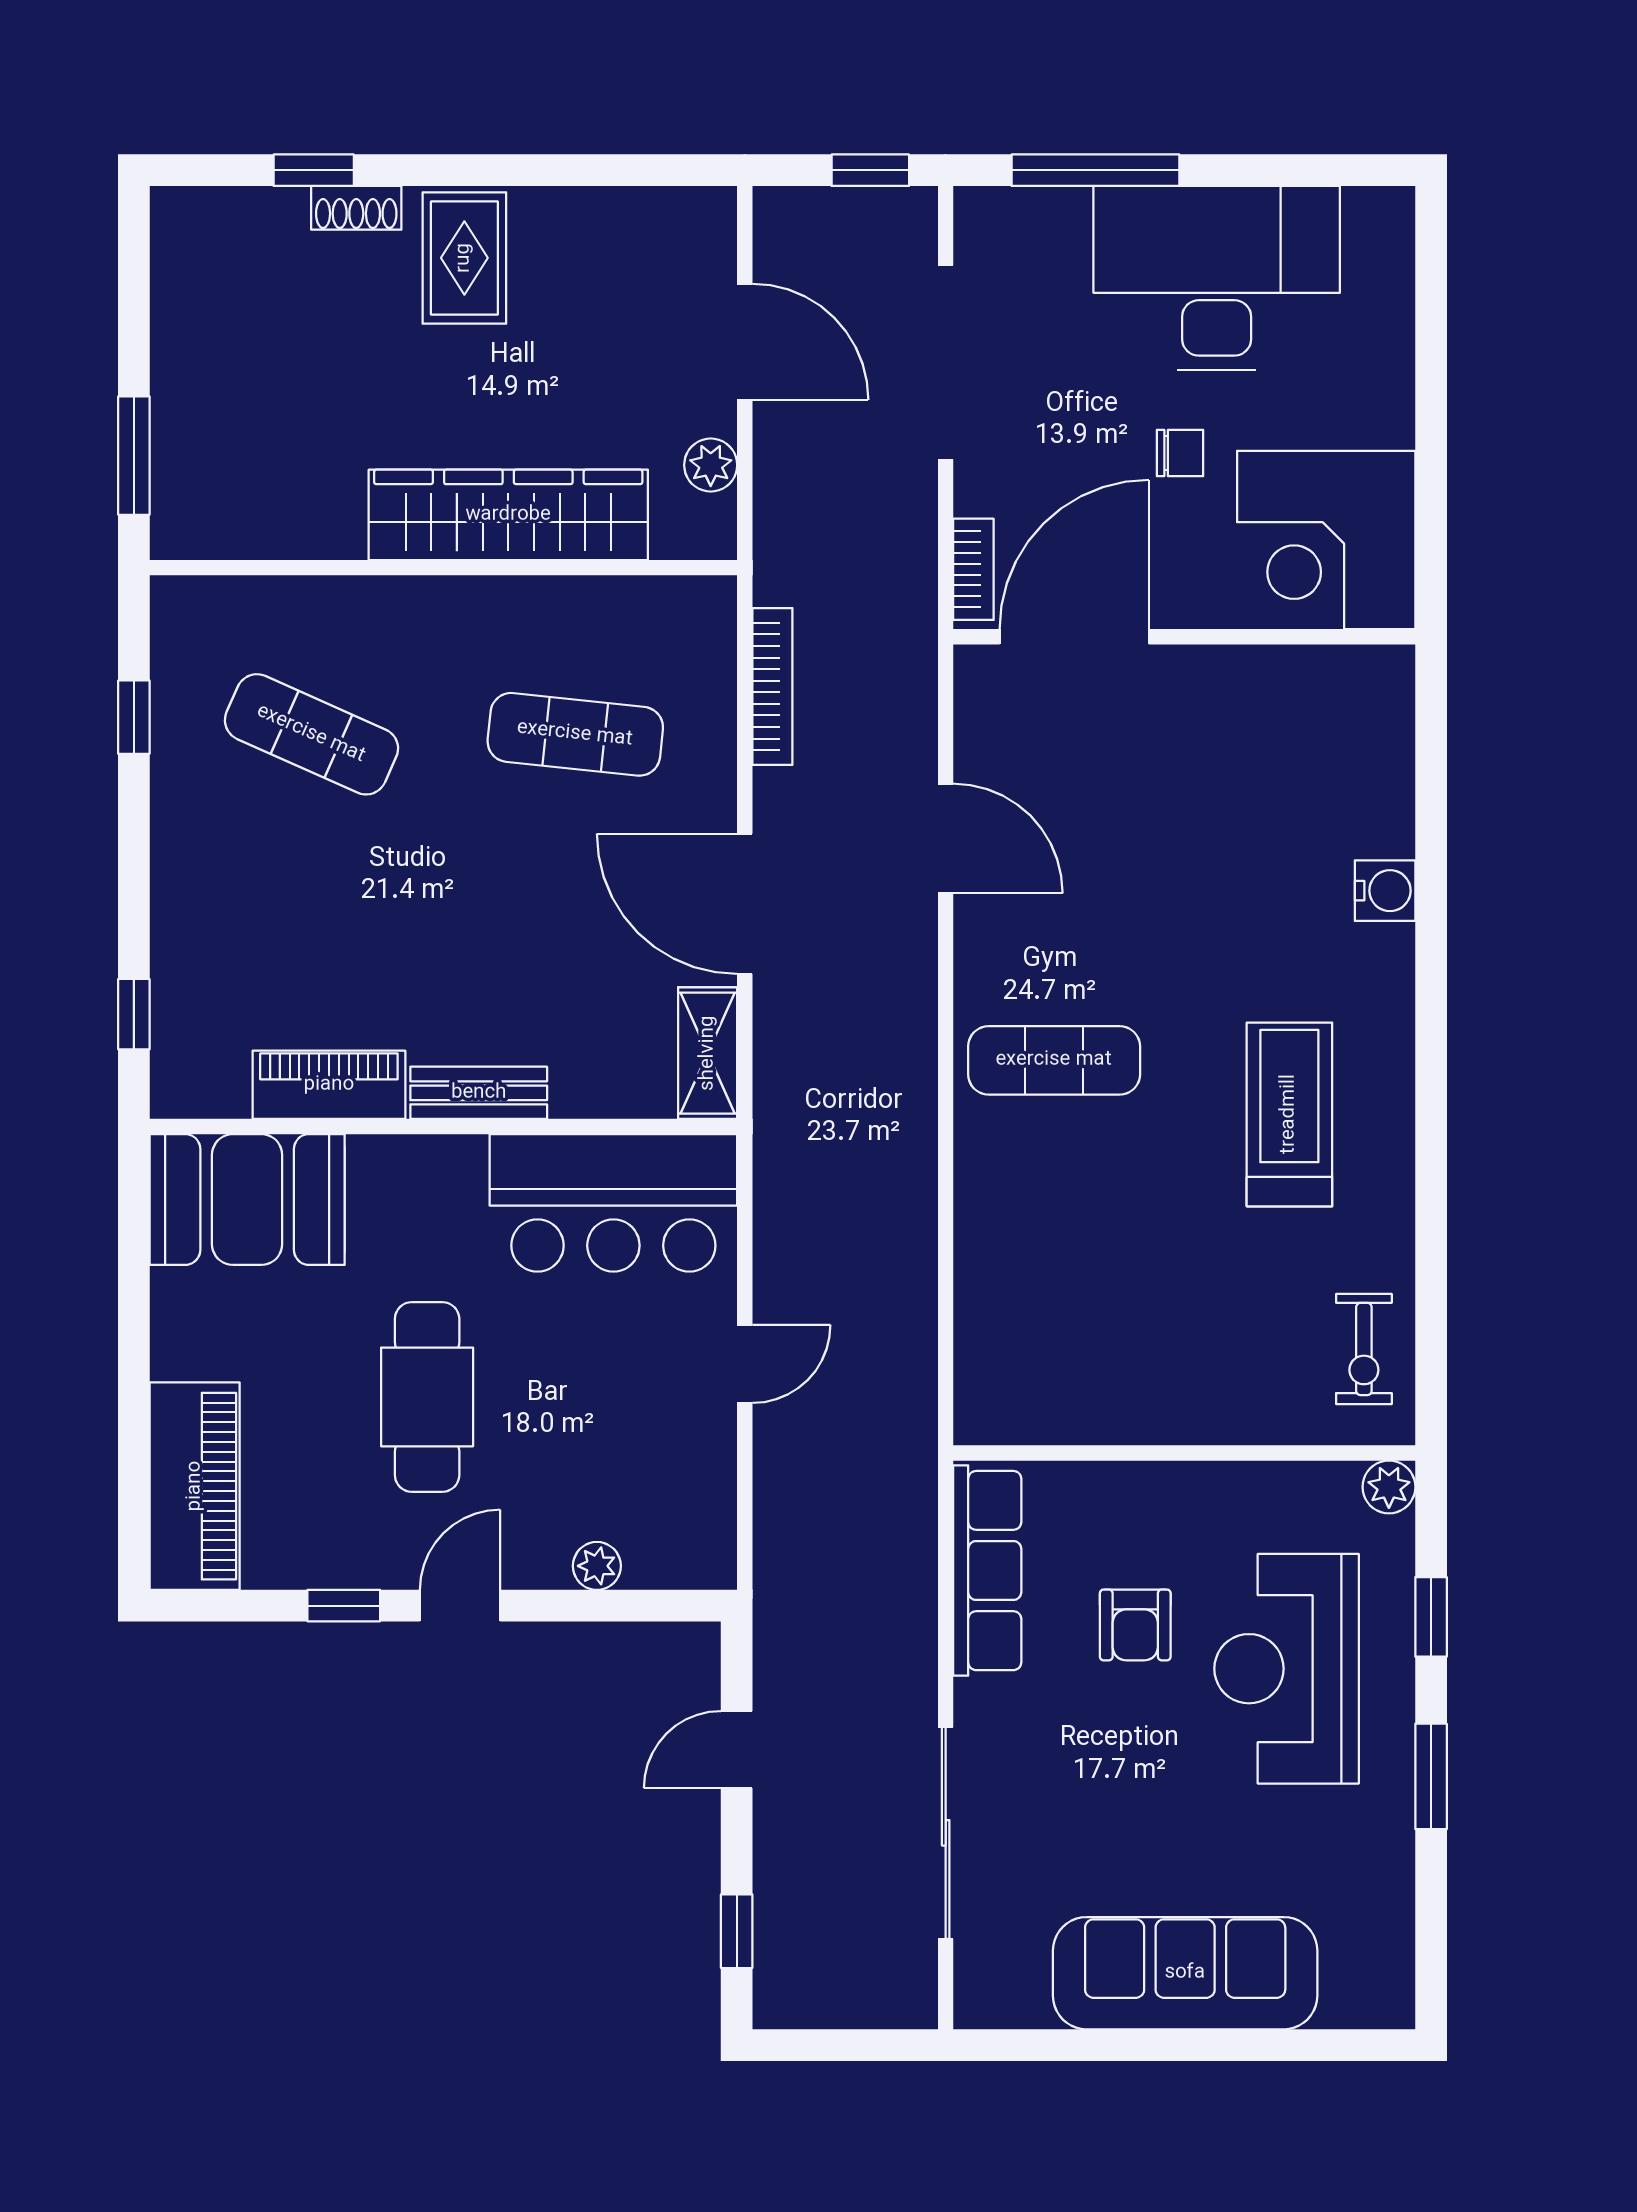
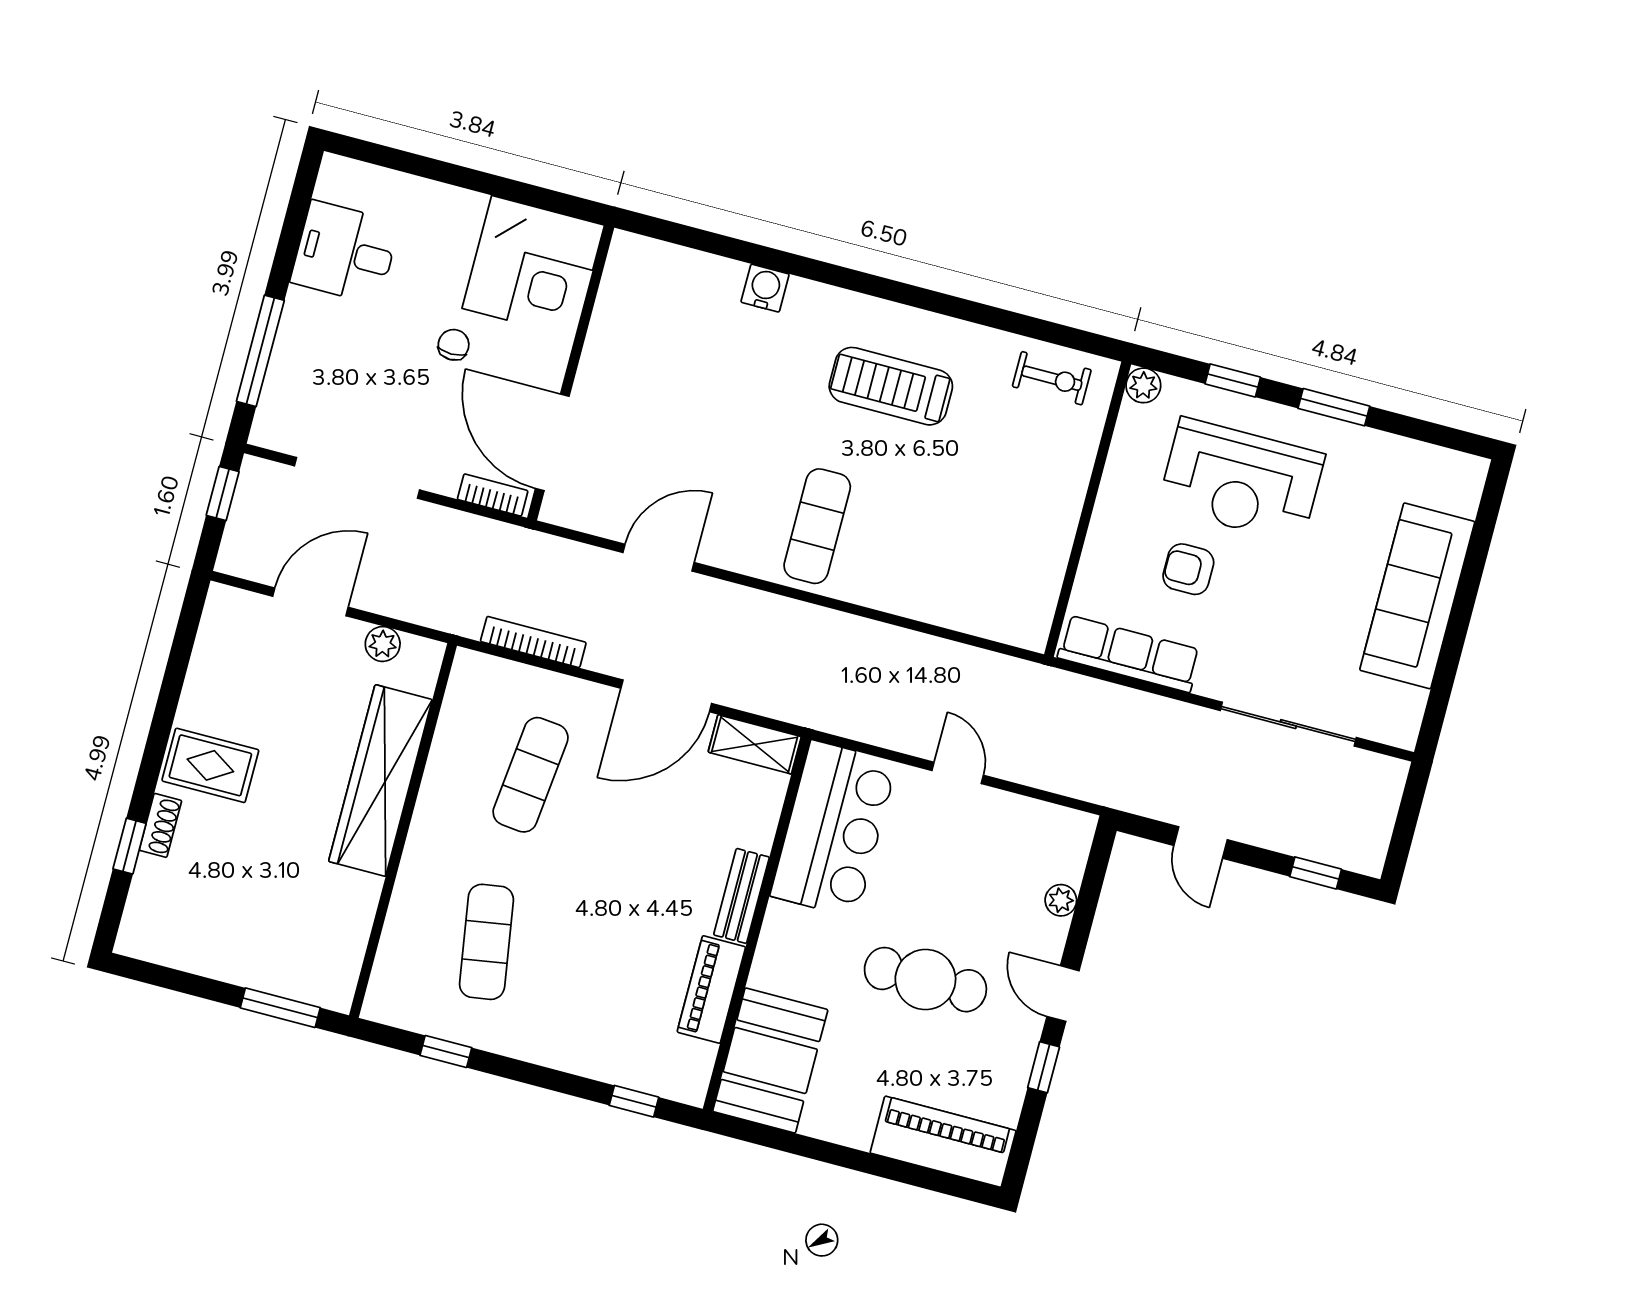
desk: (1217, 278) -> (345, 252), width x0.53, depth x0.77
exercise mat: (311, 734) -> (486, 942), turned -33
armchair: (1135, 1625) -> (1188, 569), turned 180

